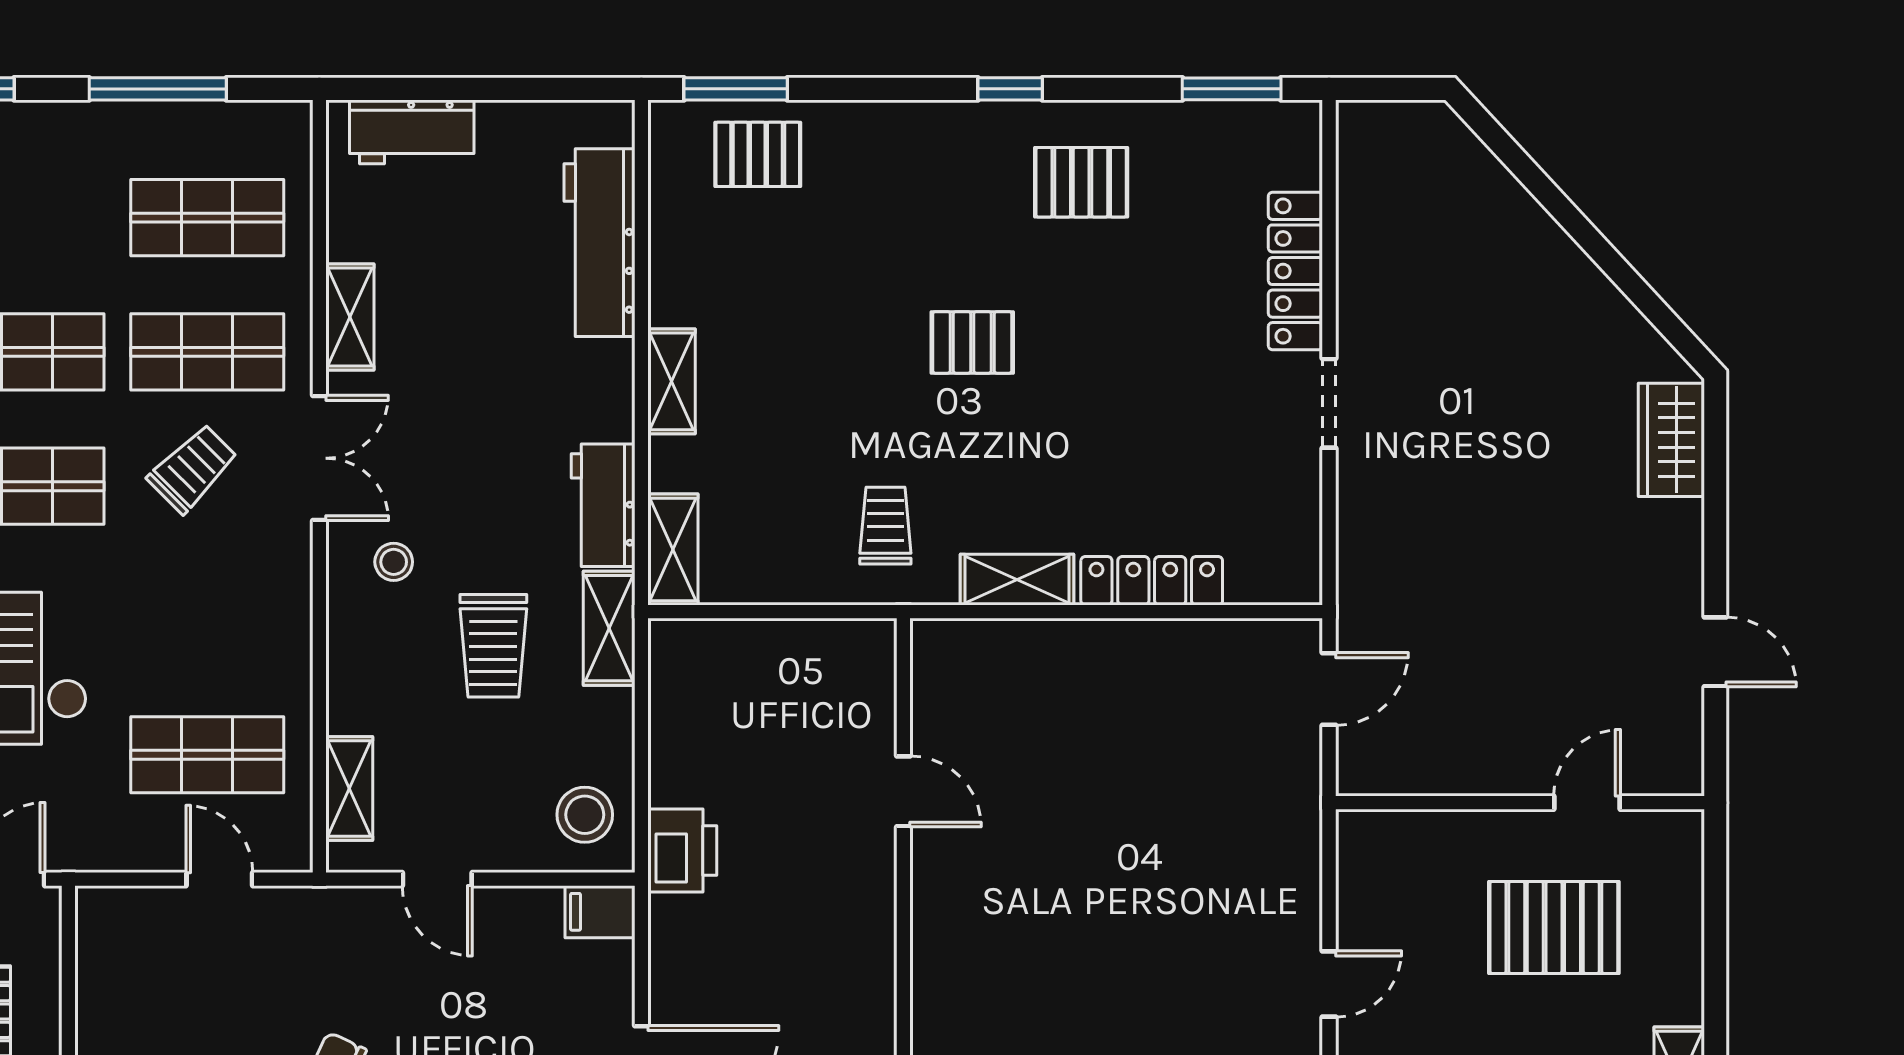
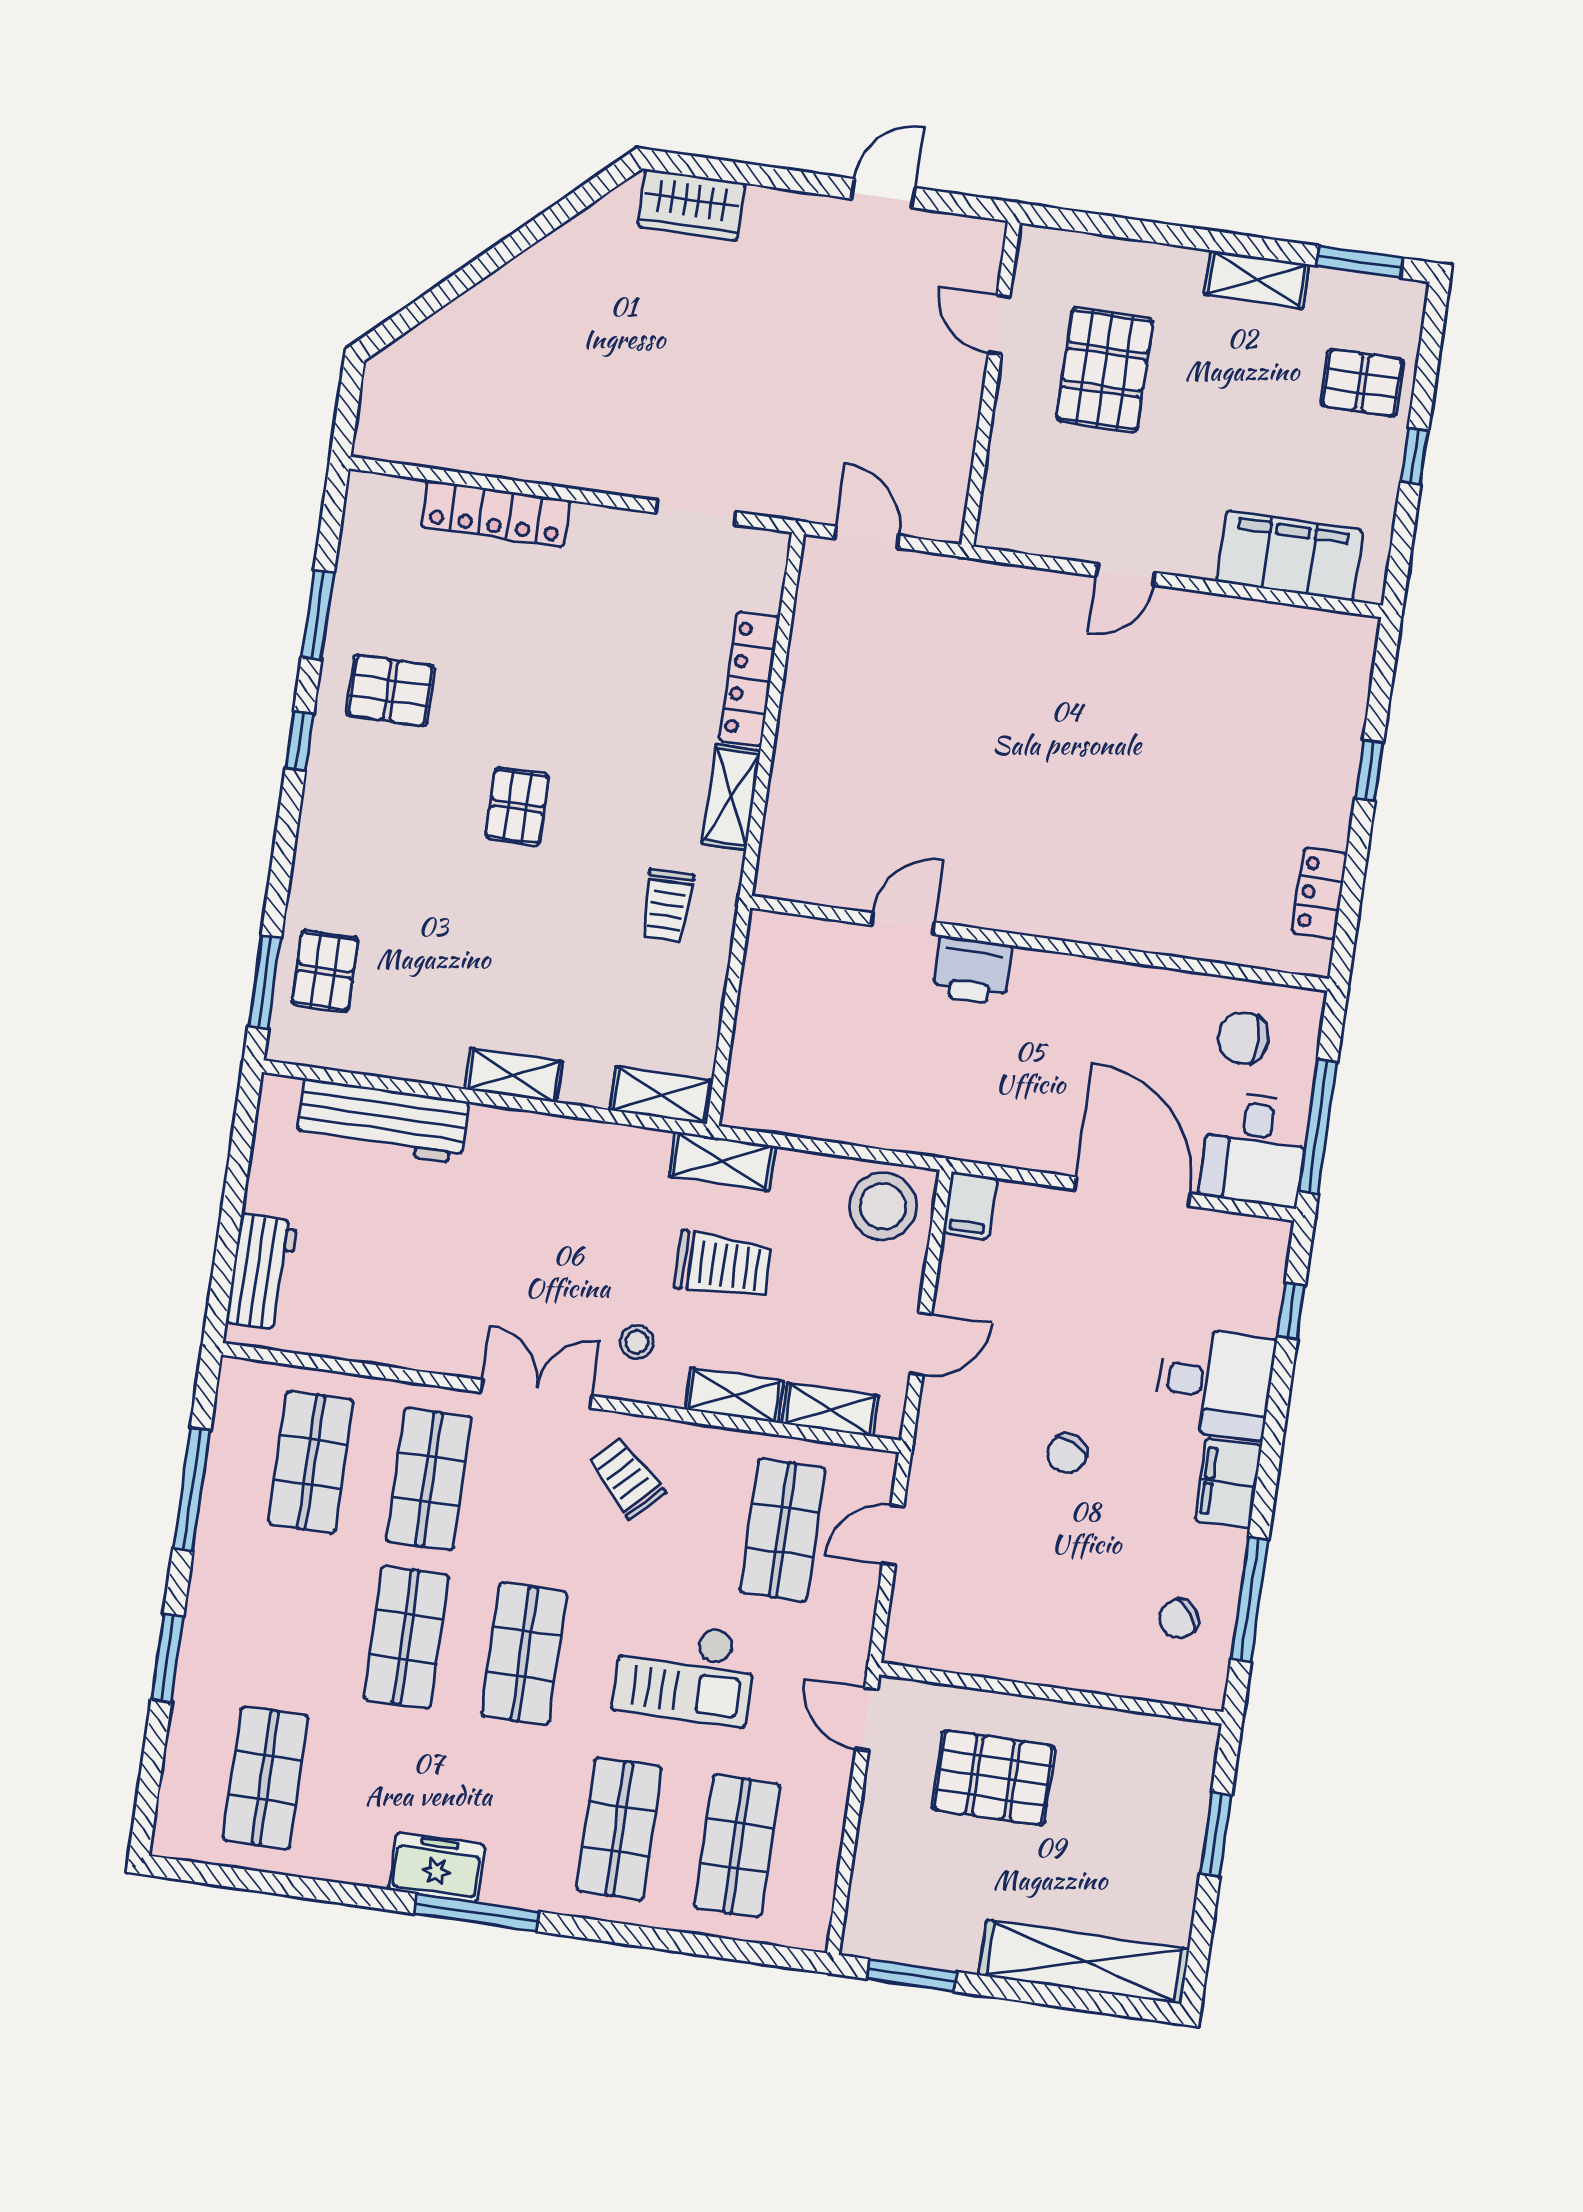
window: (1232, 89) -> (318, 615), moved
pallet: (1081, 182) -> (391, 691), turned 90
shelving: (350, 317) -> (734, 1395), moved
doorway: (1329, 403) -> (696, 512), moved
trolley: (193, 469) -> (626, 1478), moved
workbench: (603, 505) -> (614, 1151), removed
trolley: (885, 526) -> (667, 906), turned -90
stool: (585, 815) -> (883, 1206), width x1.38, depth x1.38
printer: (682, 850) -> (972, 970), moved, turned 180
door: (1329, 984) -> (1126, 574), swing flipped

